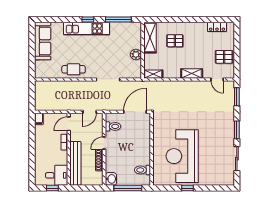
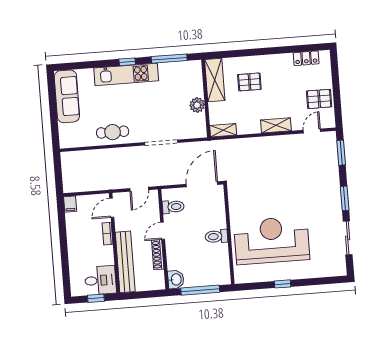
door: (217, 79) -> (312, 131), swing flipped
reception desk: (182, 156) -> (272, 240), turned 90
toilet: (143, 170) -> (216, 236), moved

